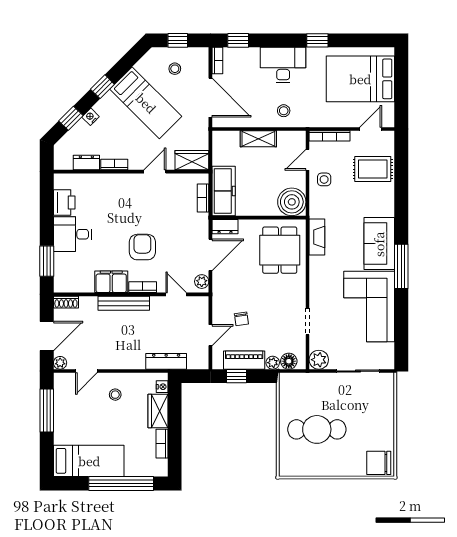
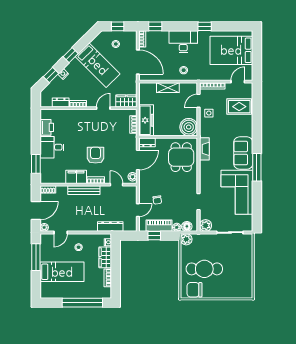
plant: (288, 382) -> (186, 239), added
bed: (89, 461) -> (62, 272), moved
chair: (379, 463) -> (194, 290), moved

